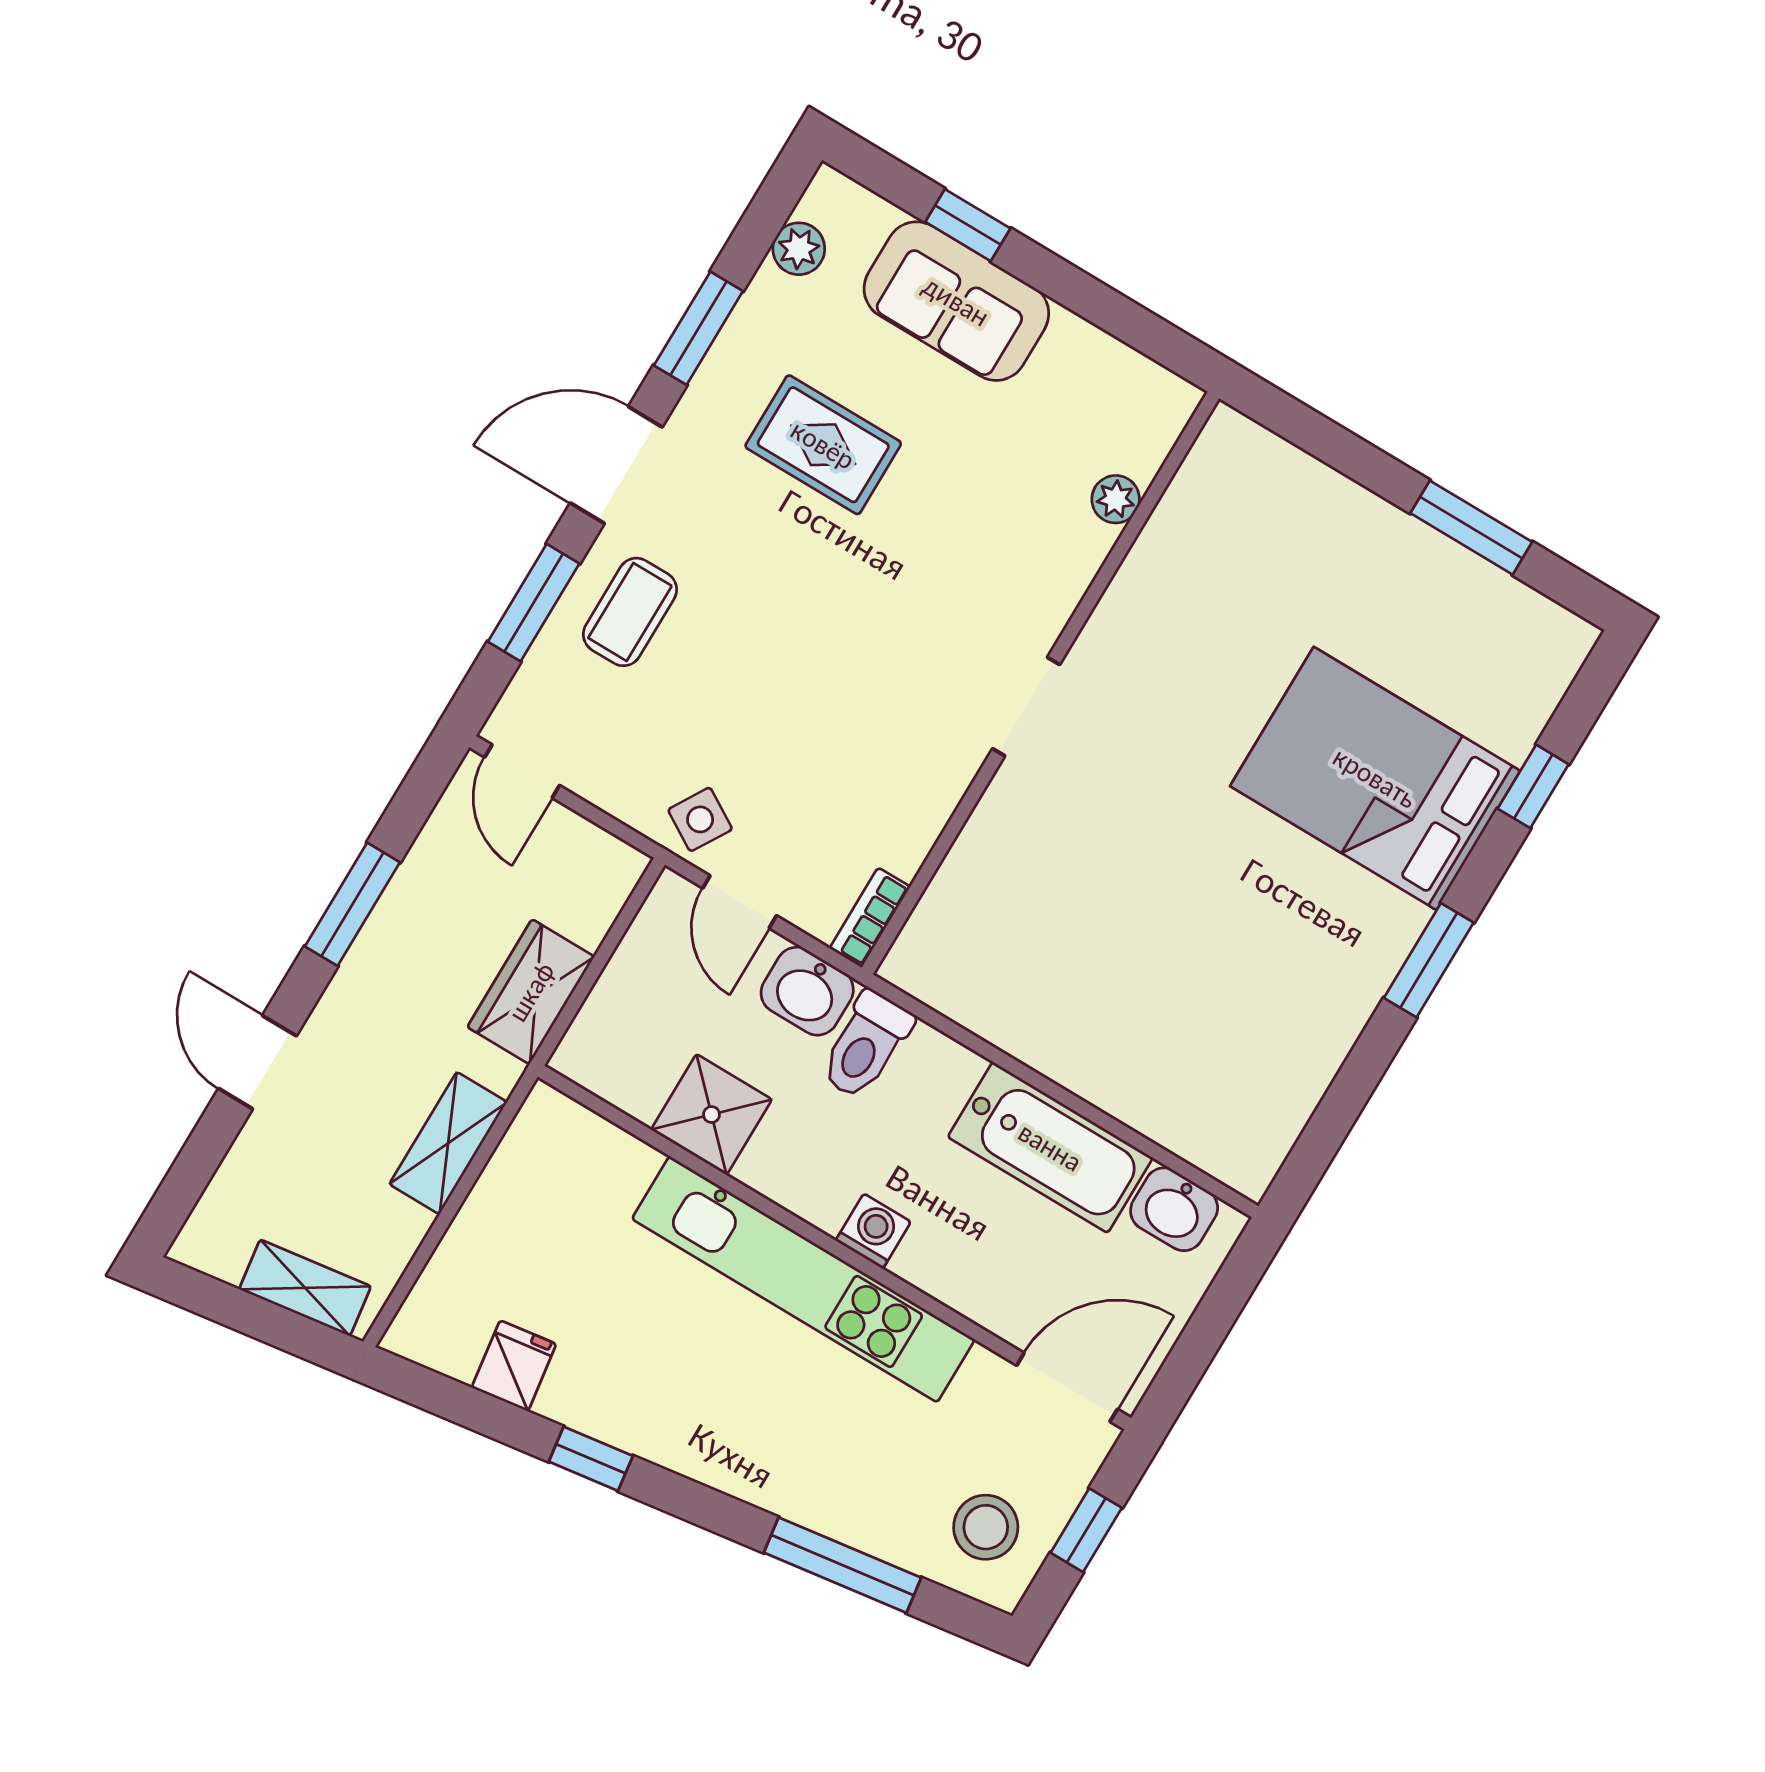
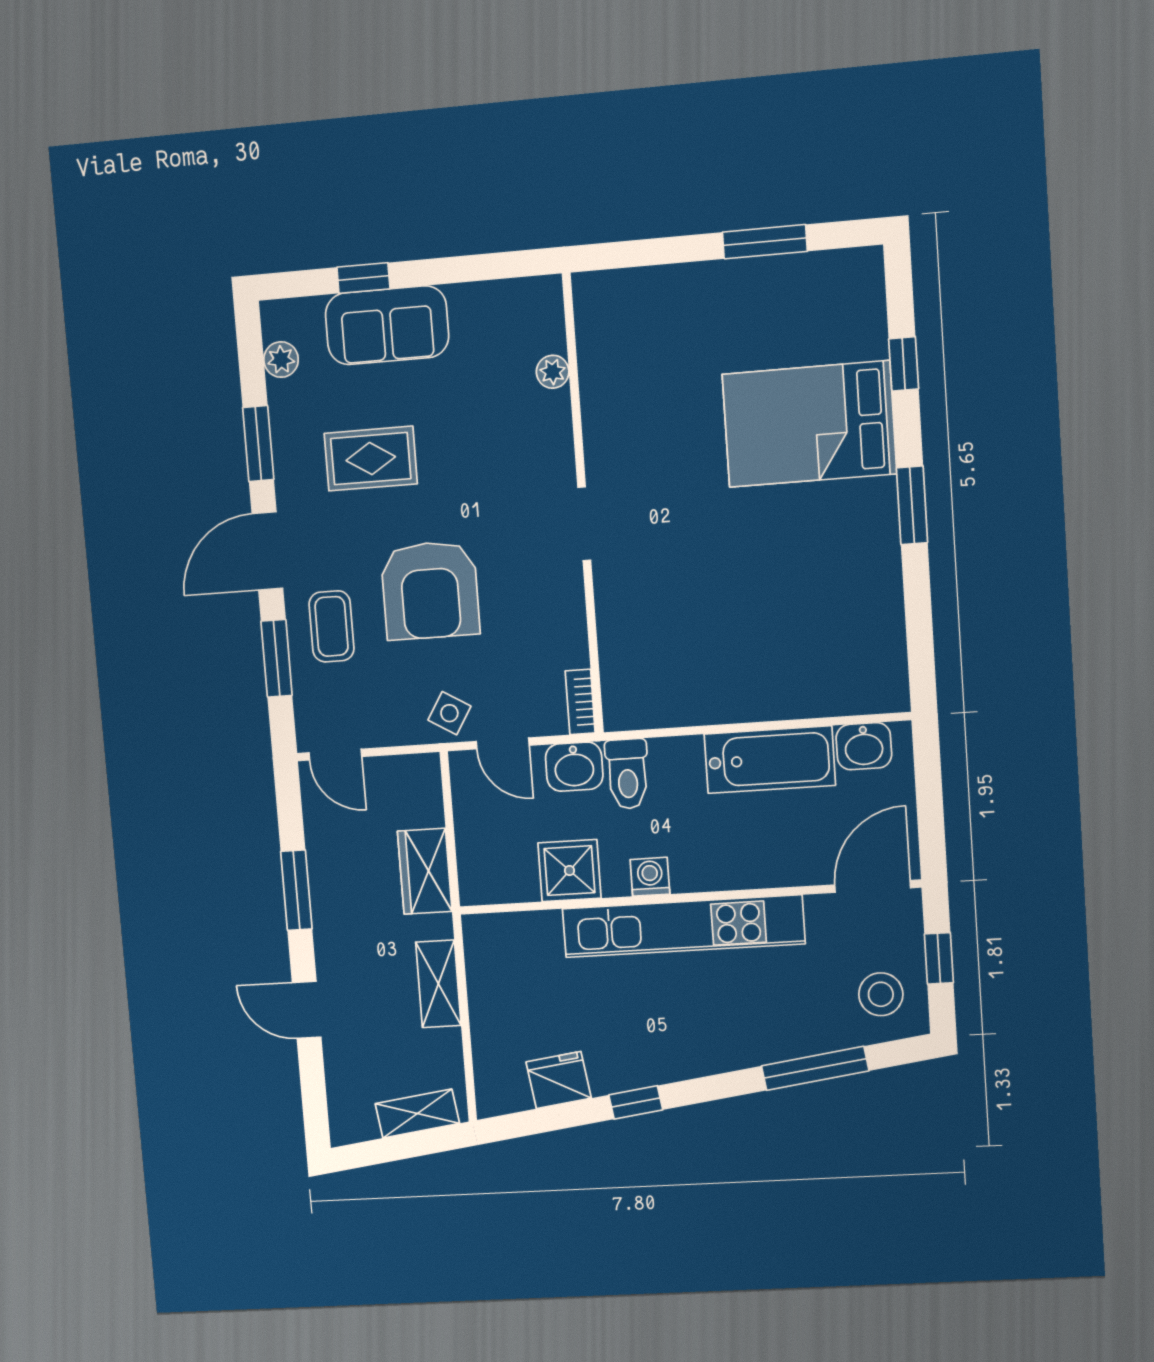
armchair: (783, 654) -> (430, 590), added
washing machine: (873, 1231) -> (650, 877), moved
fridge: (514, 1366) -> (559, 1080), width x1.38

